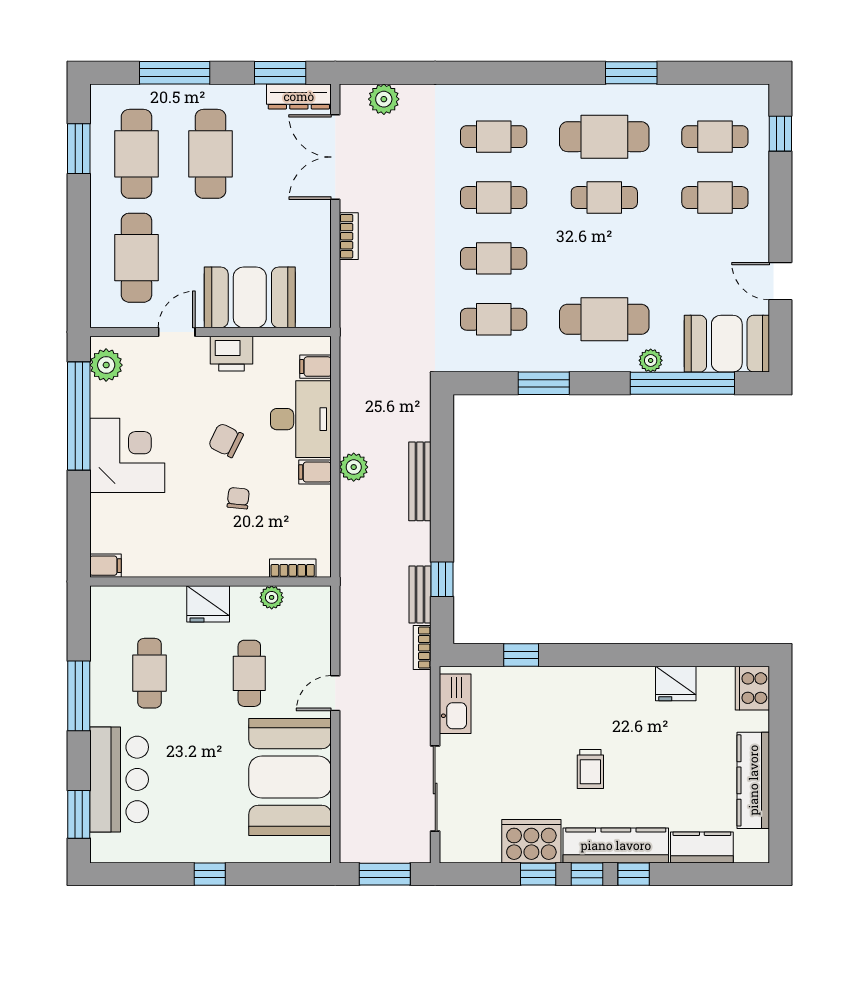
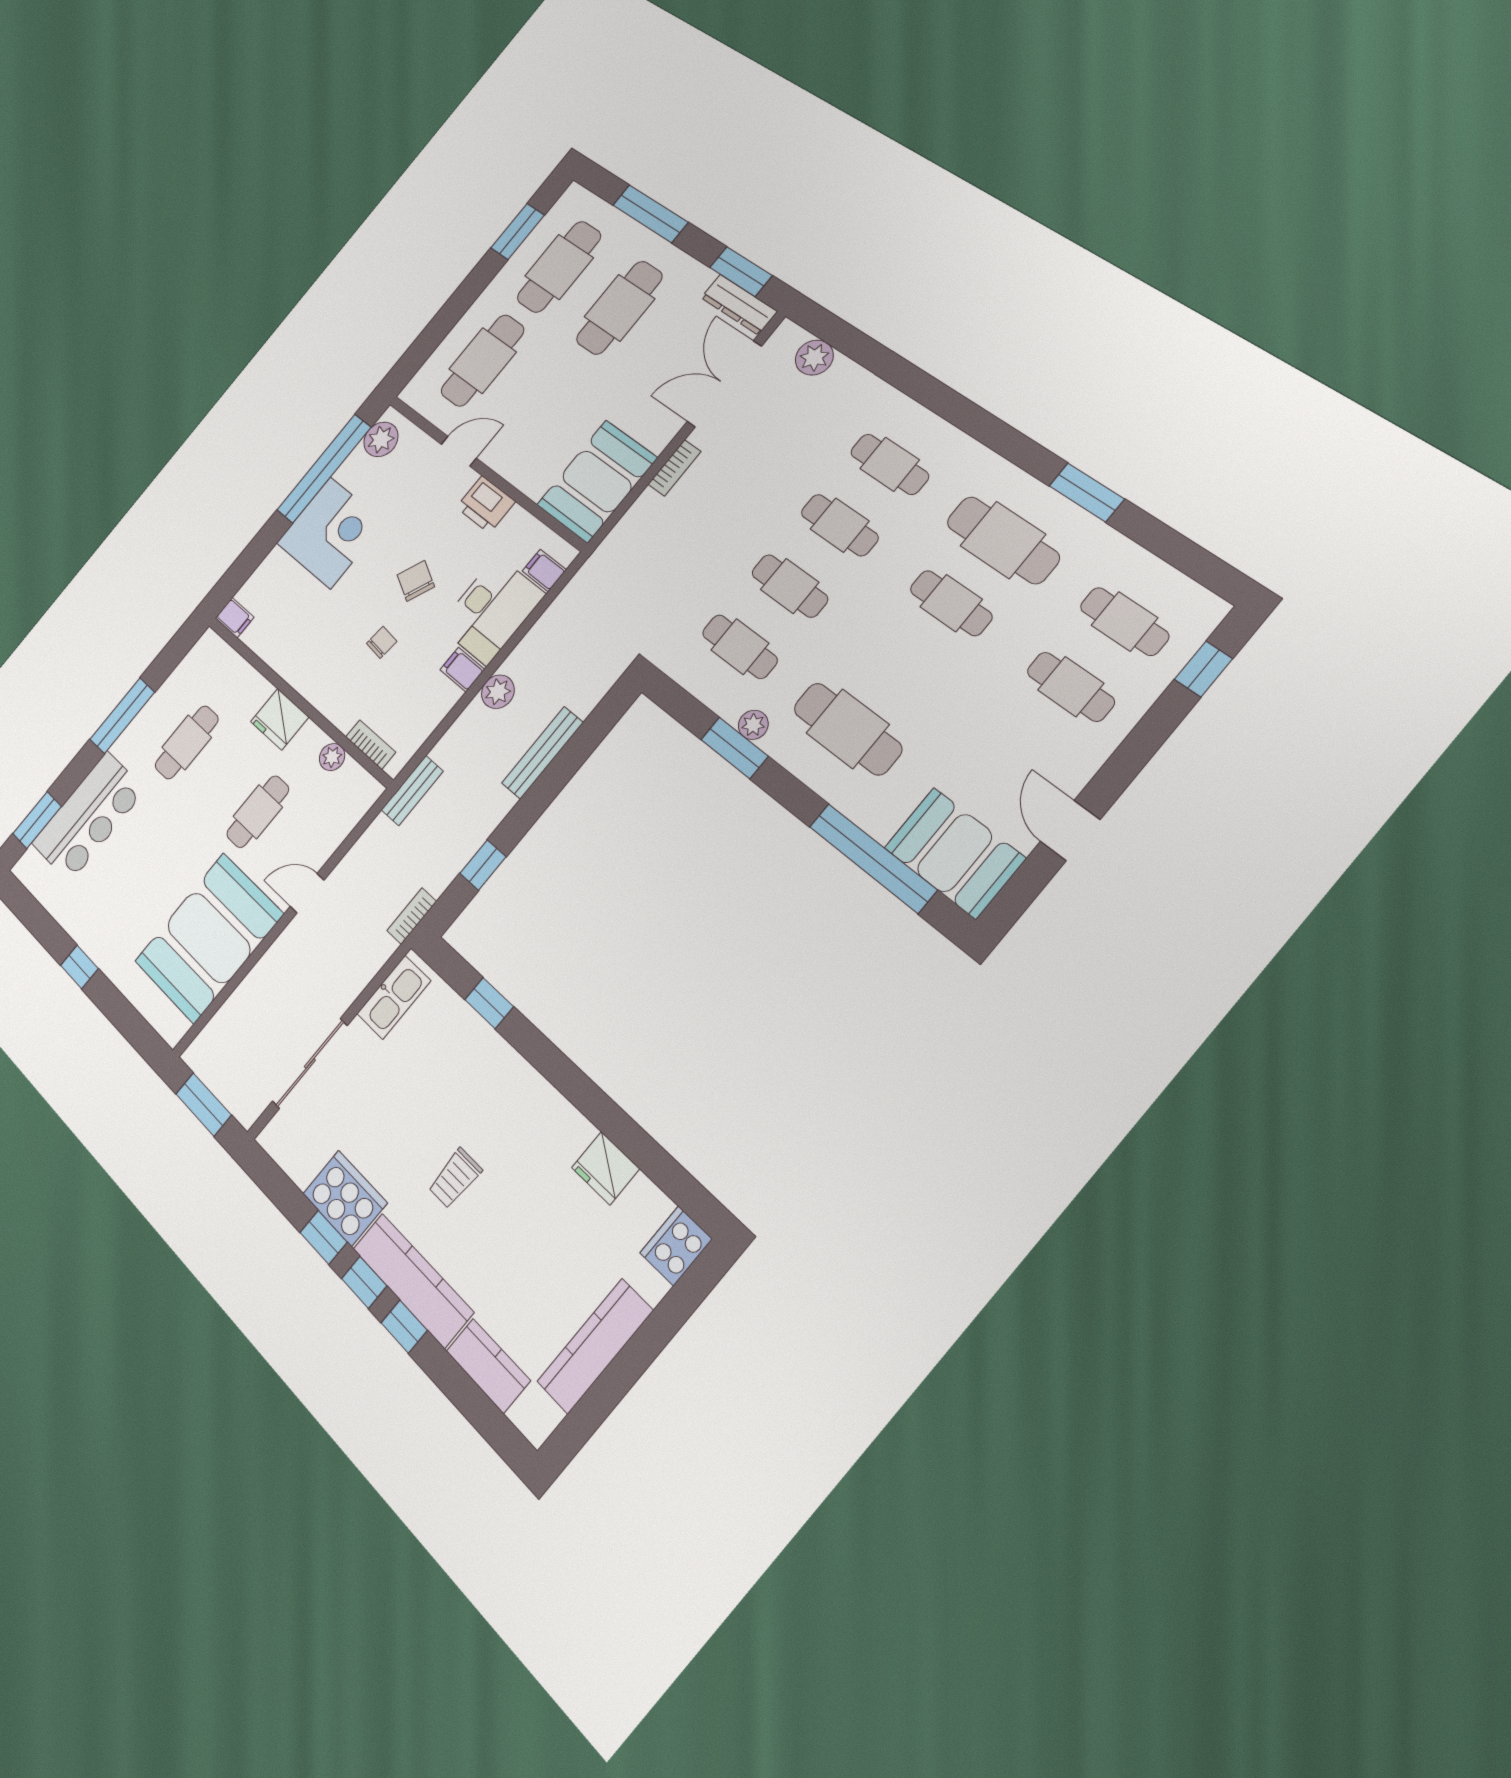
booth: (250, 297) -> (597, 481), moved, turned 90
plant: (651, 360) -> (753, 725), moved
bench: (420, 595) -> (412, 791), moved

